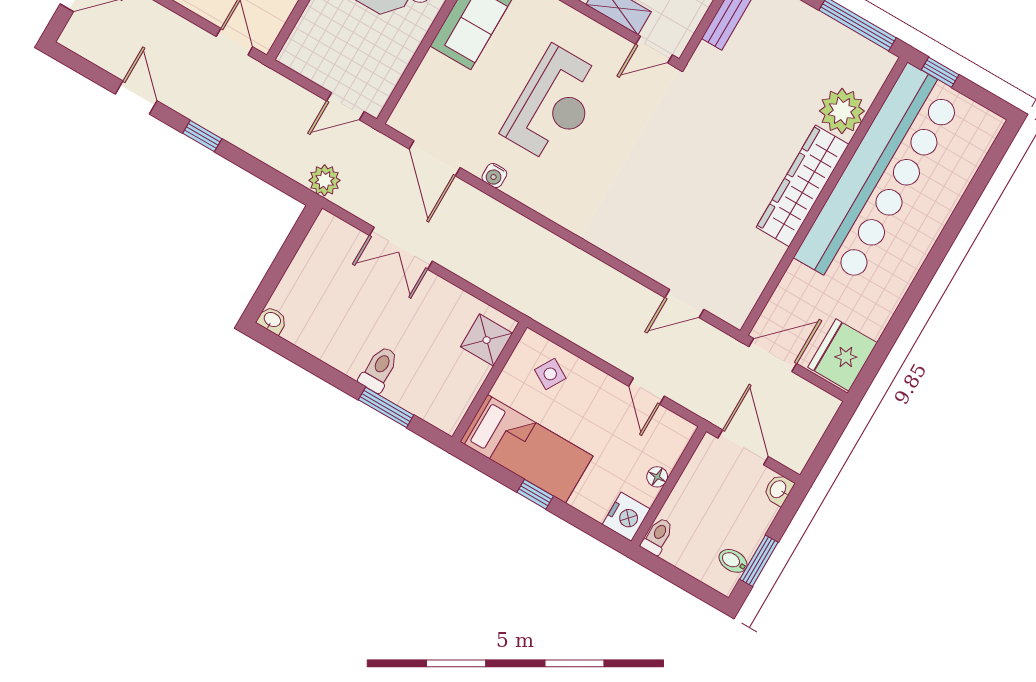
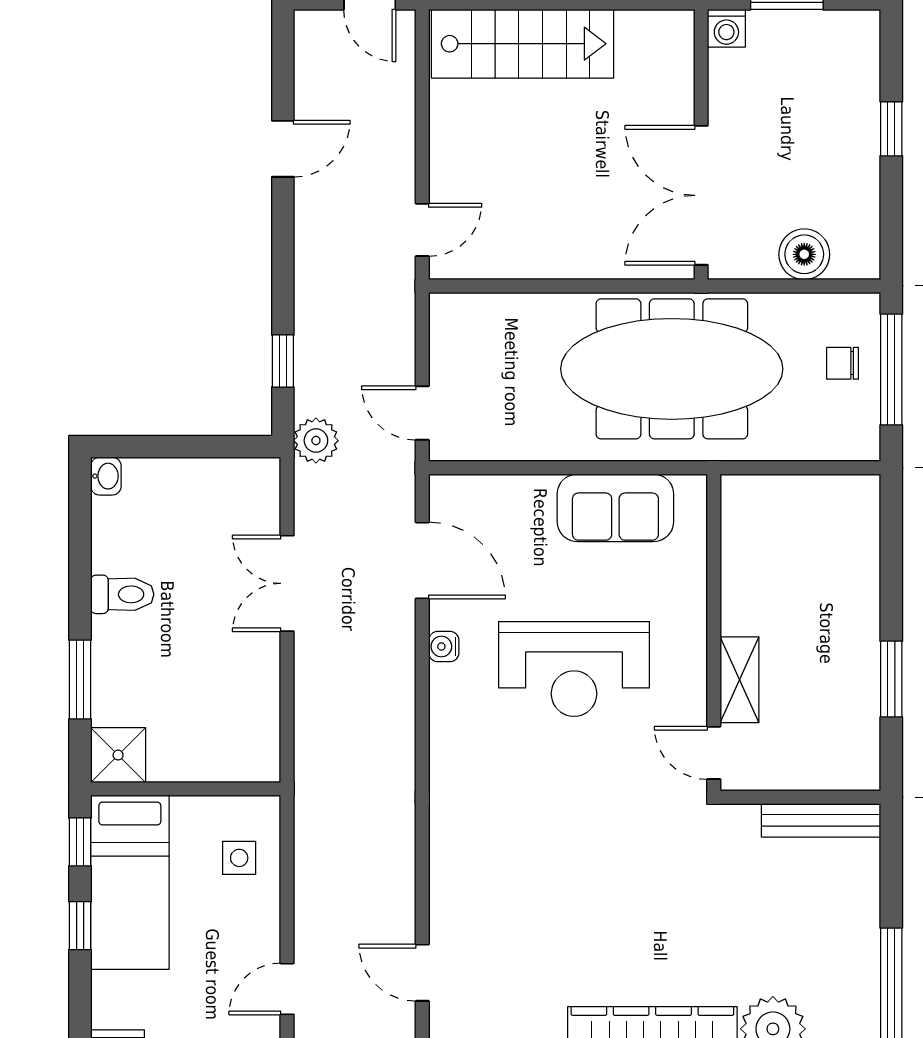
window: (202, 136) -> (283, 361), moved
door: (435, 158) -> (422, 560), swing flipped
shower: (487, 340) -> (118, 755), moved
toilet: (379, 369) -> (122, 594), moved
side table: (550, 374) -> (239, 858), turned -30
window: (484, 465) -> (80, 842), added

